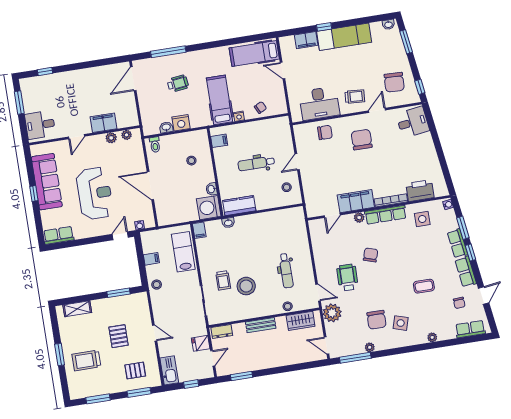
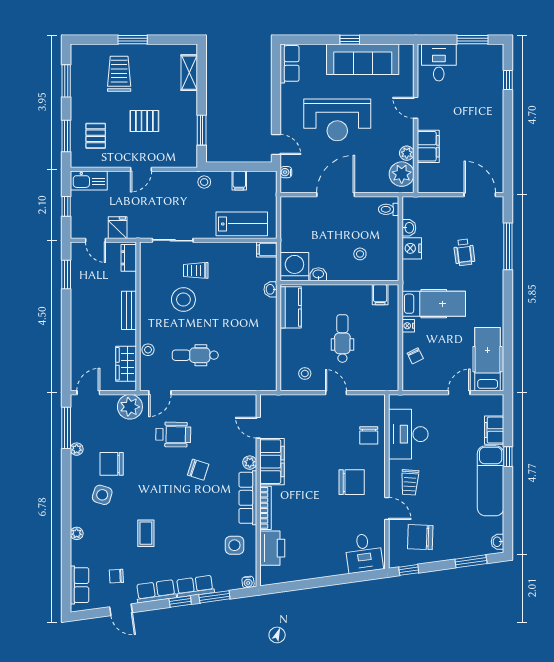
plant: (127, 135) -> (402, 174), width x1.88, depth x1.88

